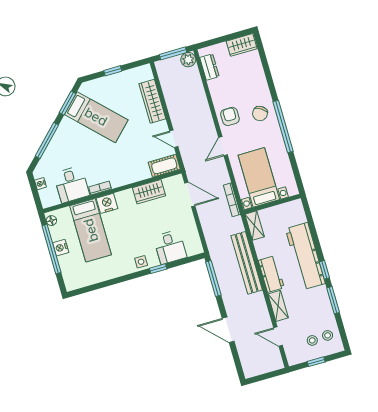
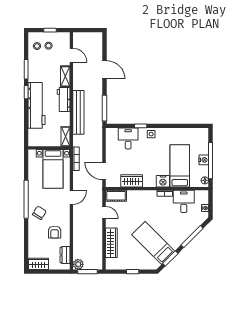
armchair: (230, 116) -> (55, 232), moved

